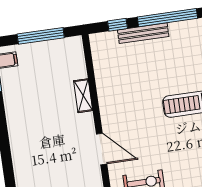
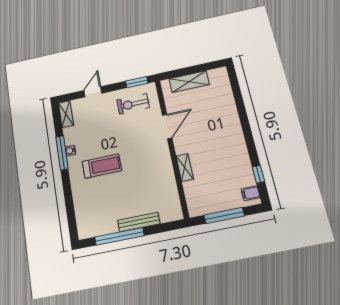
window: (118, 25) -> (160, 228), removed
door: (102, 149) -> (167, 126), swing flipped

